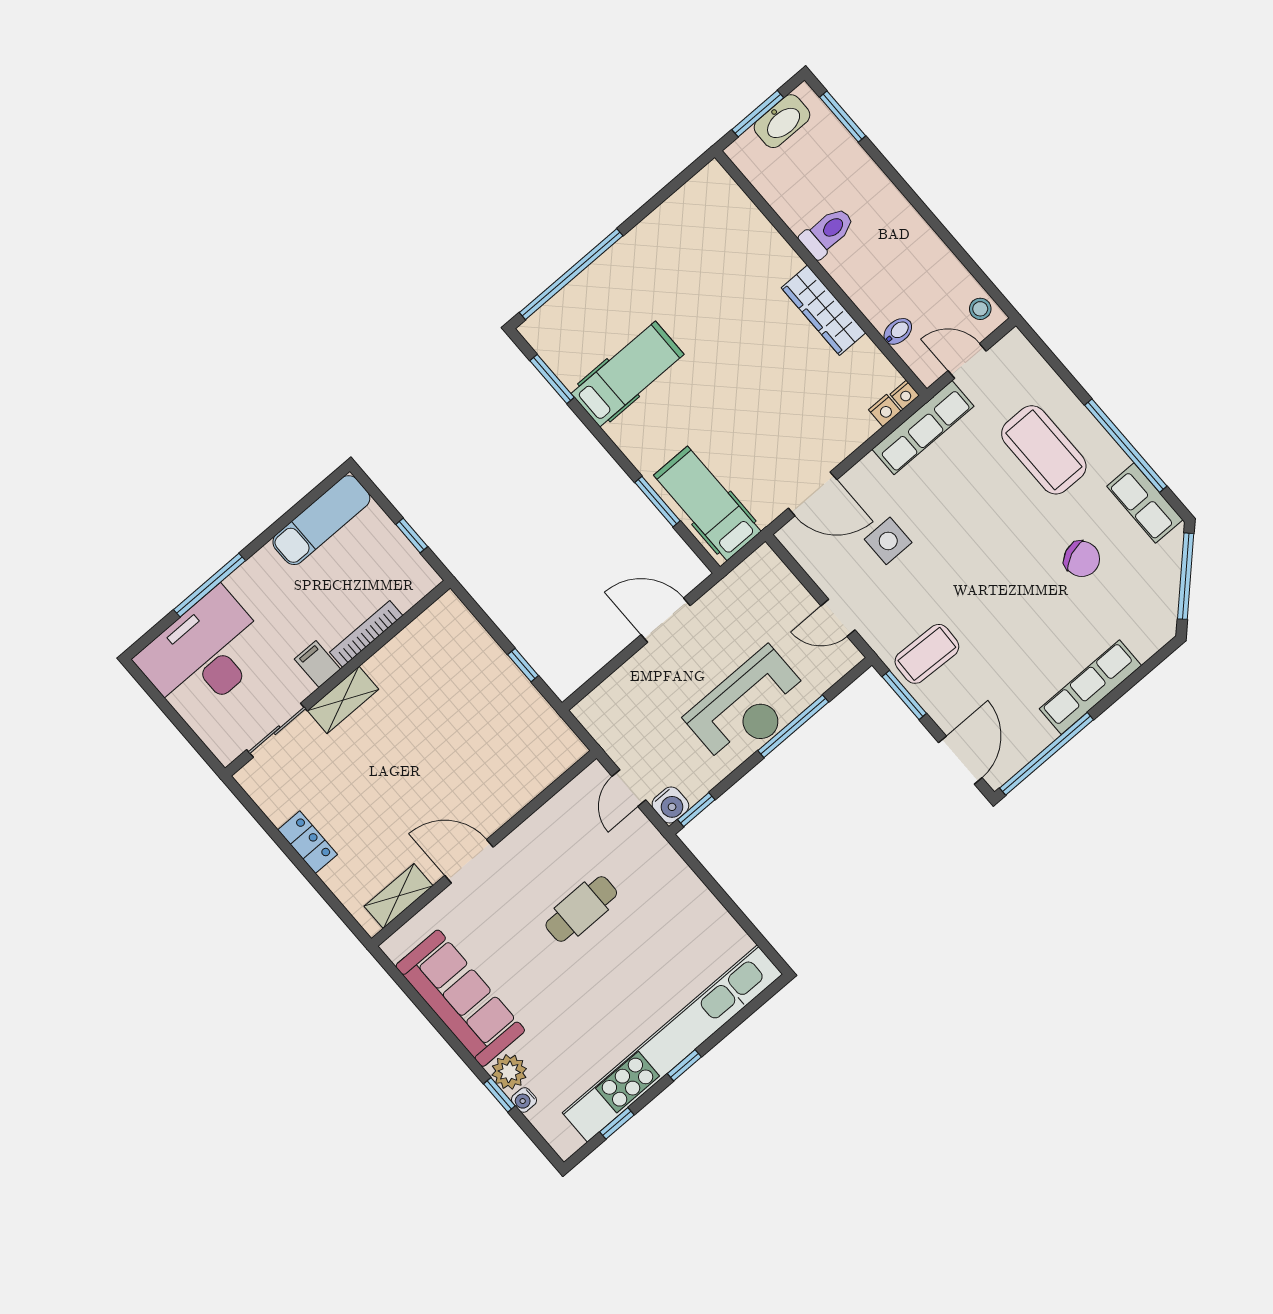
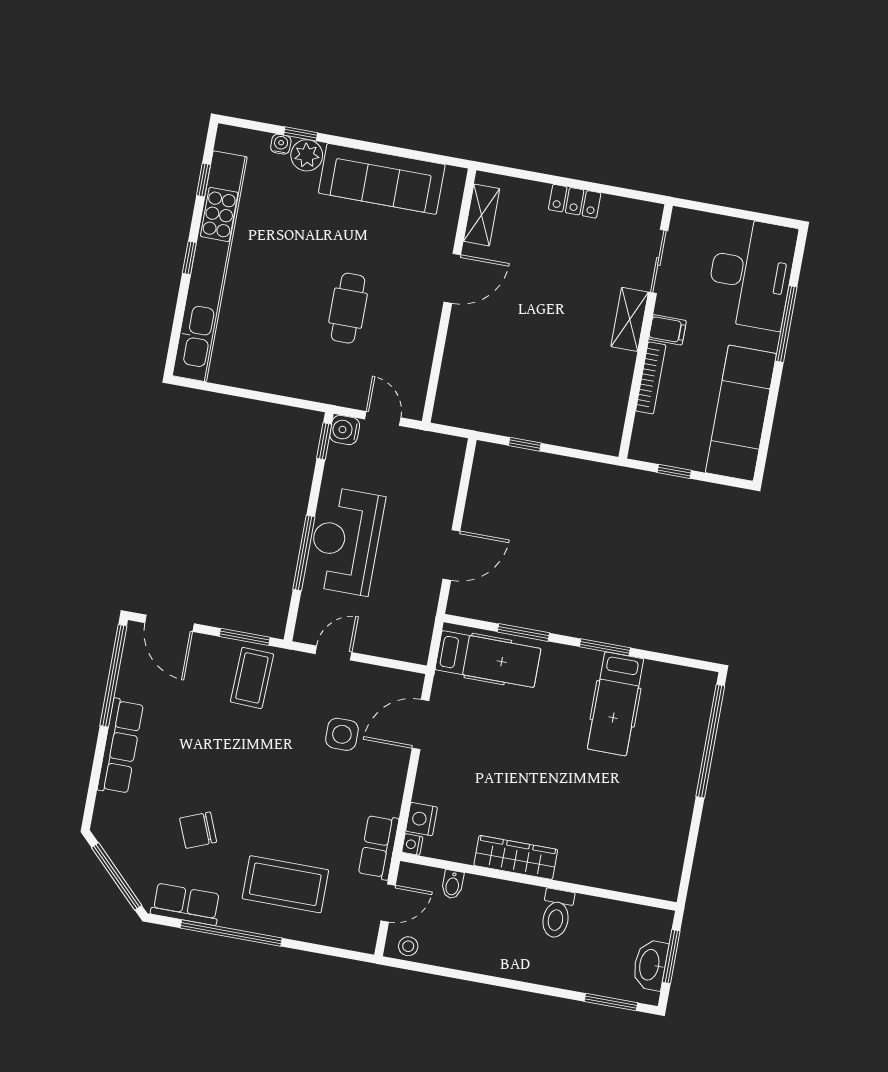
window: (552, 379) -> (605, 647), moved
nightstand: (885, 410) -> (422, 819), width x1.39, depth x1.35
row of seats: (923, 428) -> (379, 847), width x0.68
exam couch: (321, 520) -> (741, 413), width x1.36, depth x1.45

